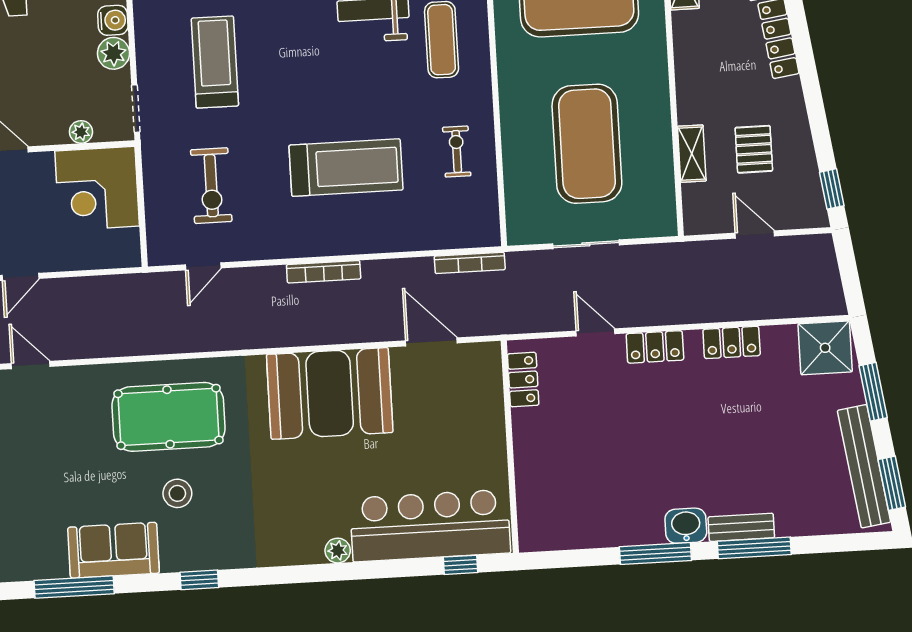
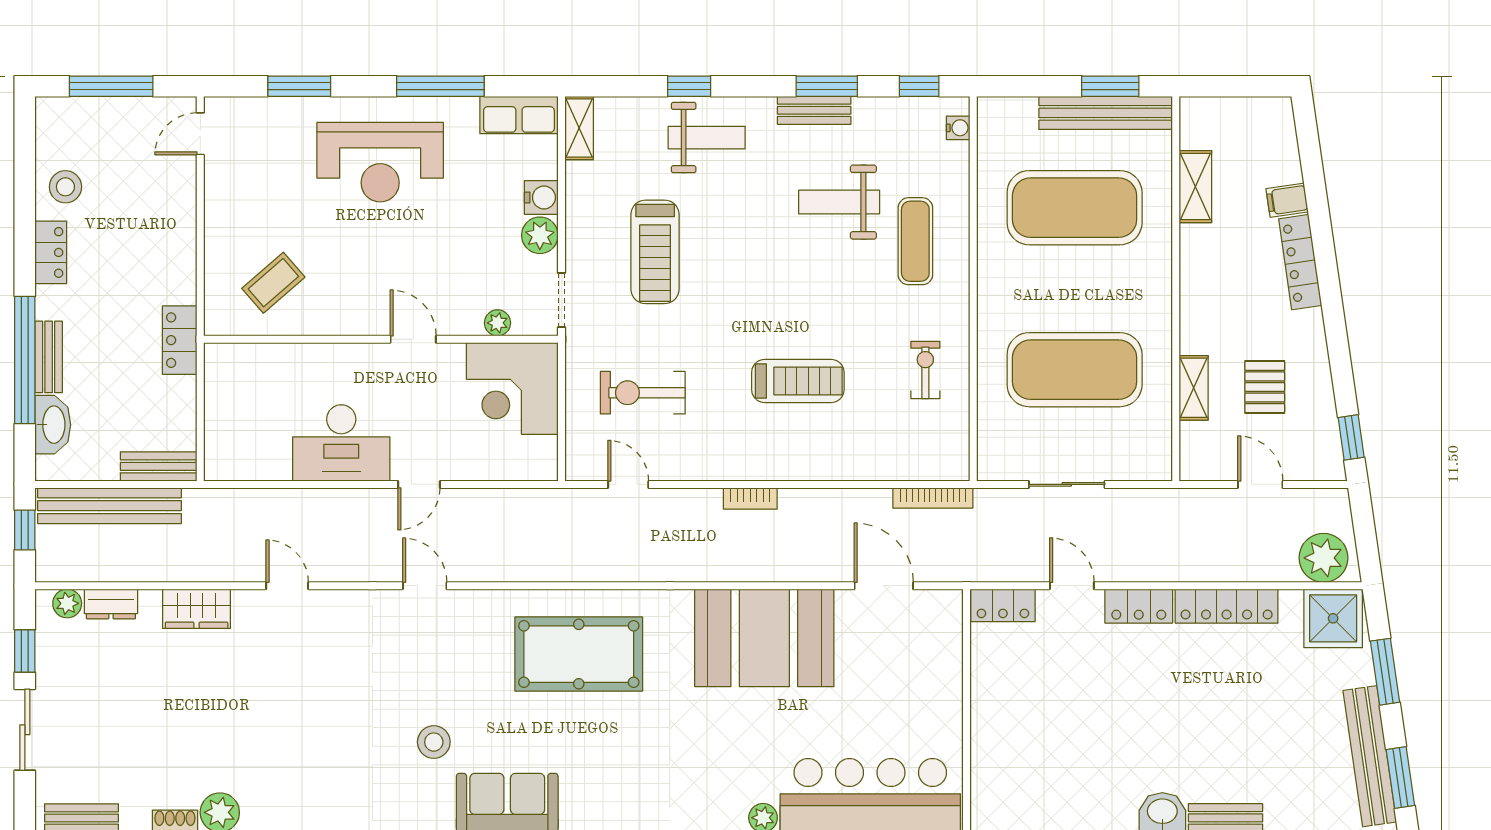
treadmill: (215, 62) -> (655, 252), turned 180
exercise mat: (587, 144) -> (1075, 370), turned 90
treadmill: (346, 168) -> (798, 381), width x0.73, depth x0.73
exercise bike: (211, 186) -> (643, 393), turned 90
door: (203, 266) -> (628, 484), swing flipped
bookcase: (324, 272) -> (750, 499), width x0.64
plant: (814, 295) -> (1323, 558), added
locker: (732, 342) -> (1227, 606), width x1.53
locker: (523, 379) -> (1003, 605), moved, turned 90
stool: (177, 493) -> (434, 742), moved

